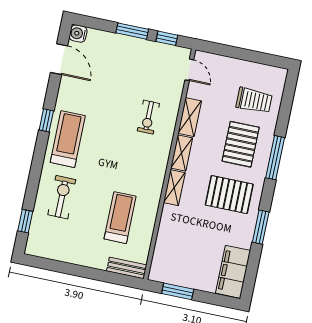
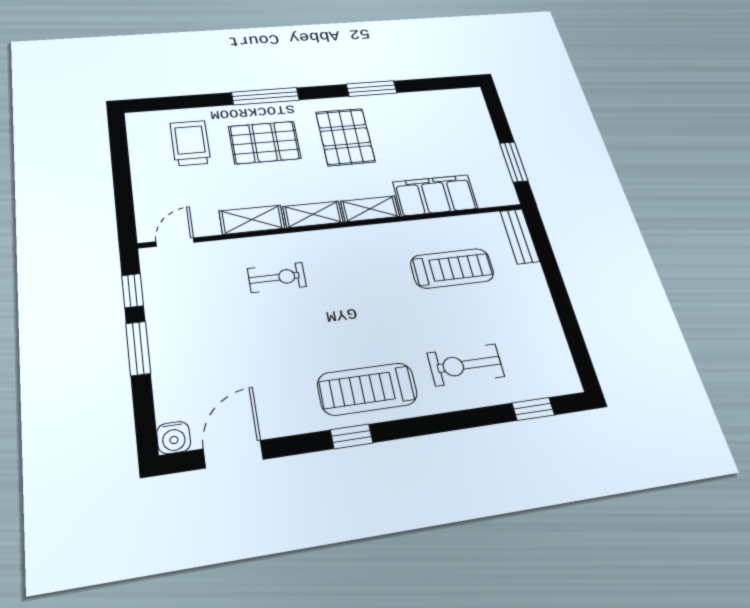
treadmill: (120, 218) -> (452, 268), turned 180
filing cabinet: (233, 272) -> (435, 195), moved, turned 180

